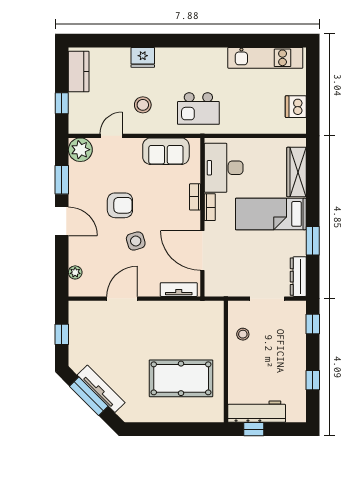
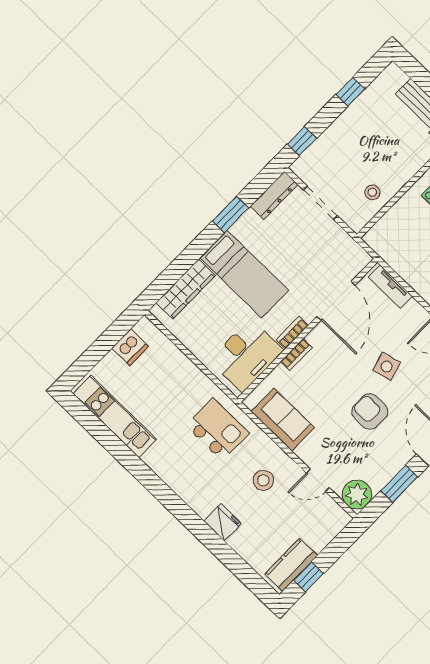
window: (62, 103) -> (308, 577), moved

